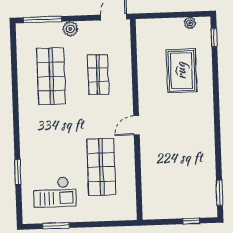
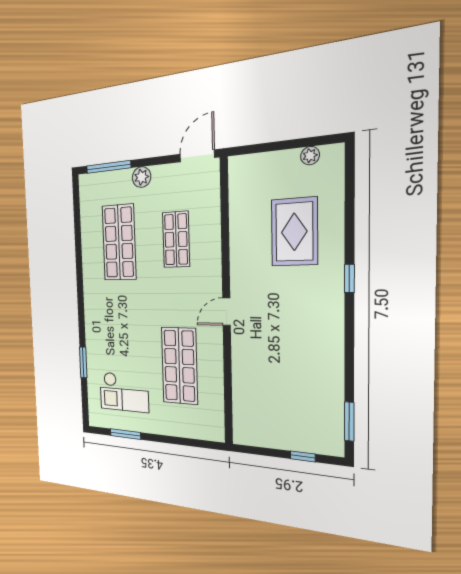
window: (214, 37) -> (349, 278), moved

